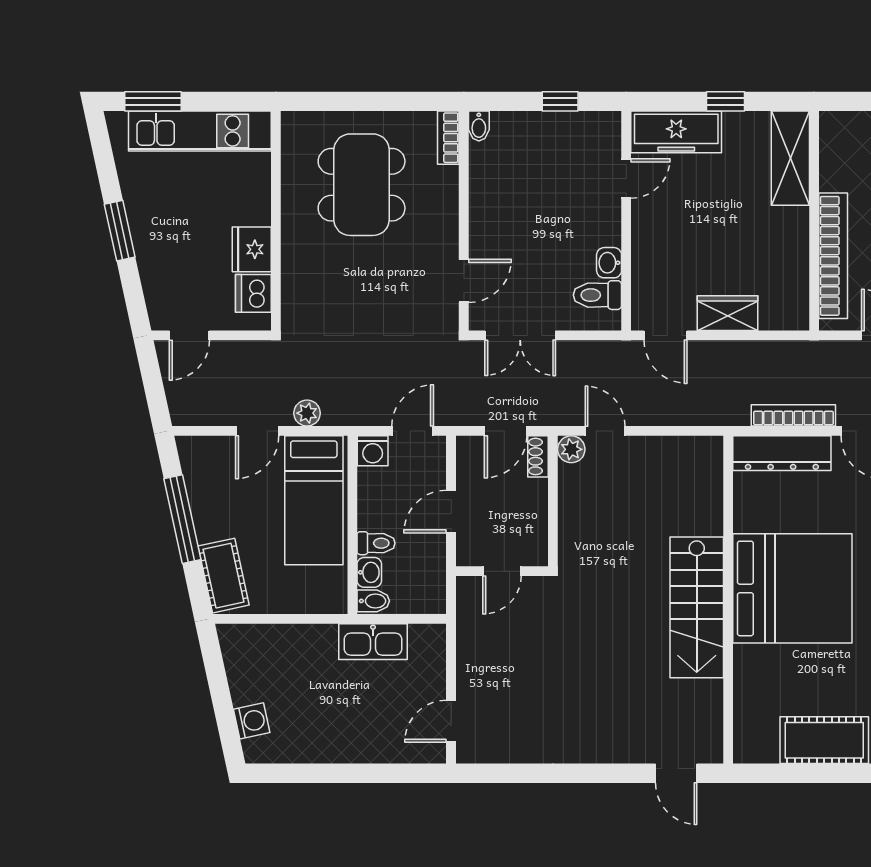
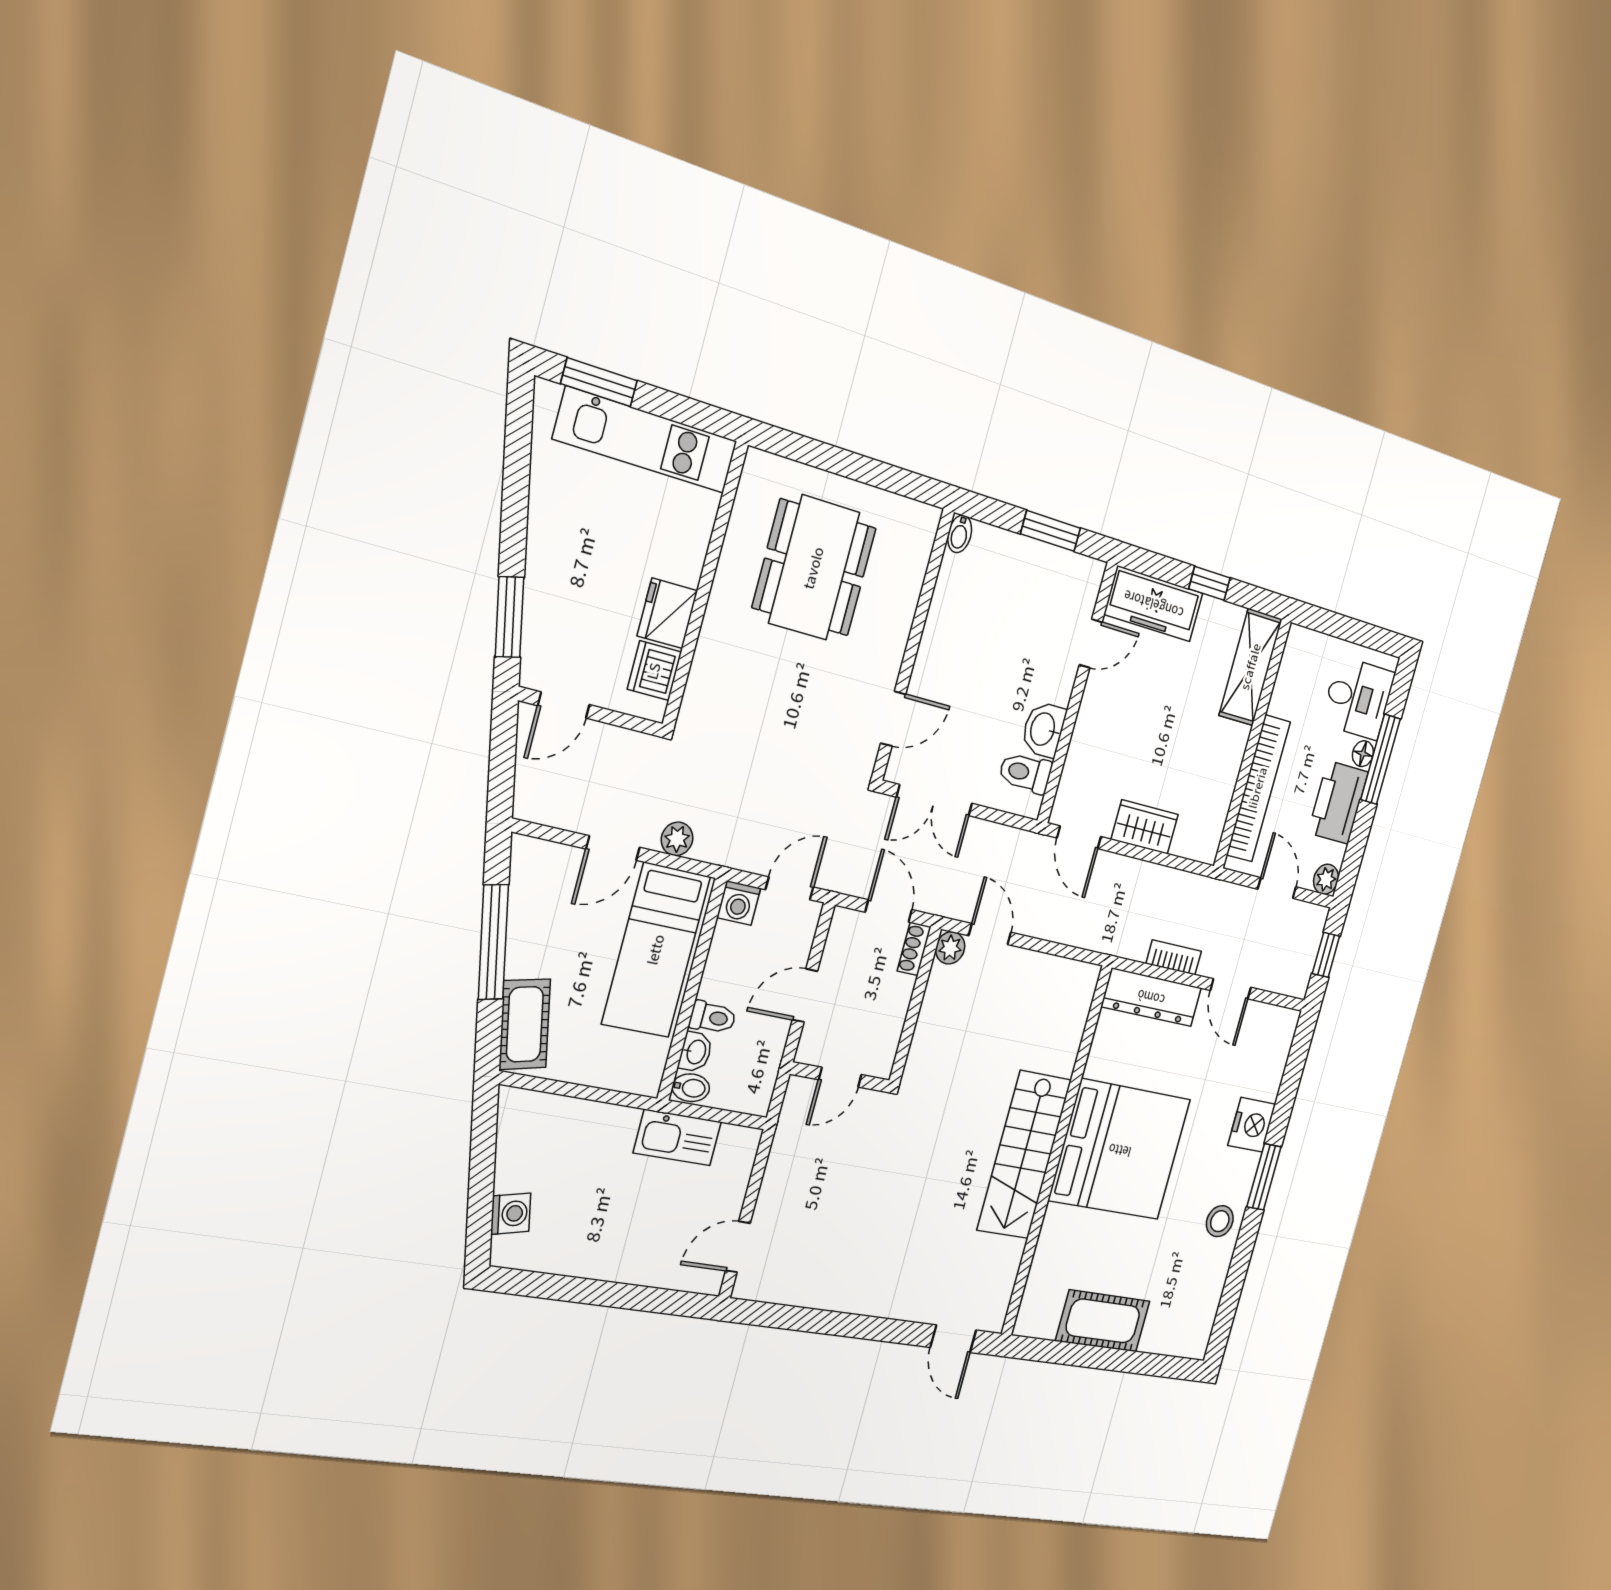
window: (560, 101) -> (1051, 531), width x1.50
bookcase: (448, 138) -> (924, 538), removed
window: (120, 231) -> (509, 617), moved
washbasin: (609, 263) -> (1044, 729), width x1.38, depth x1.45
bookcase: (793, 415) -> (1174, 957), width x0.64
door: (506, 431) -> (889, 911), swing flipped

